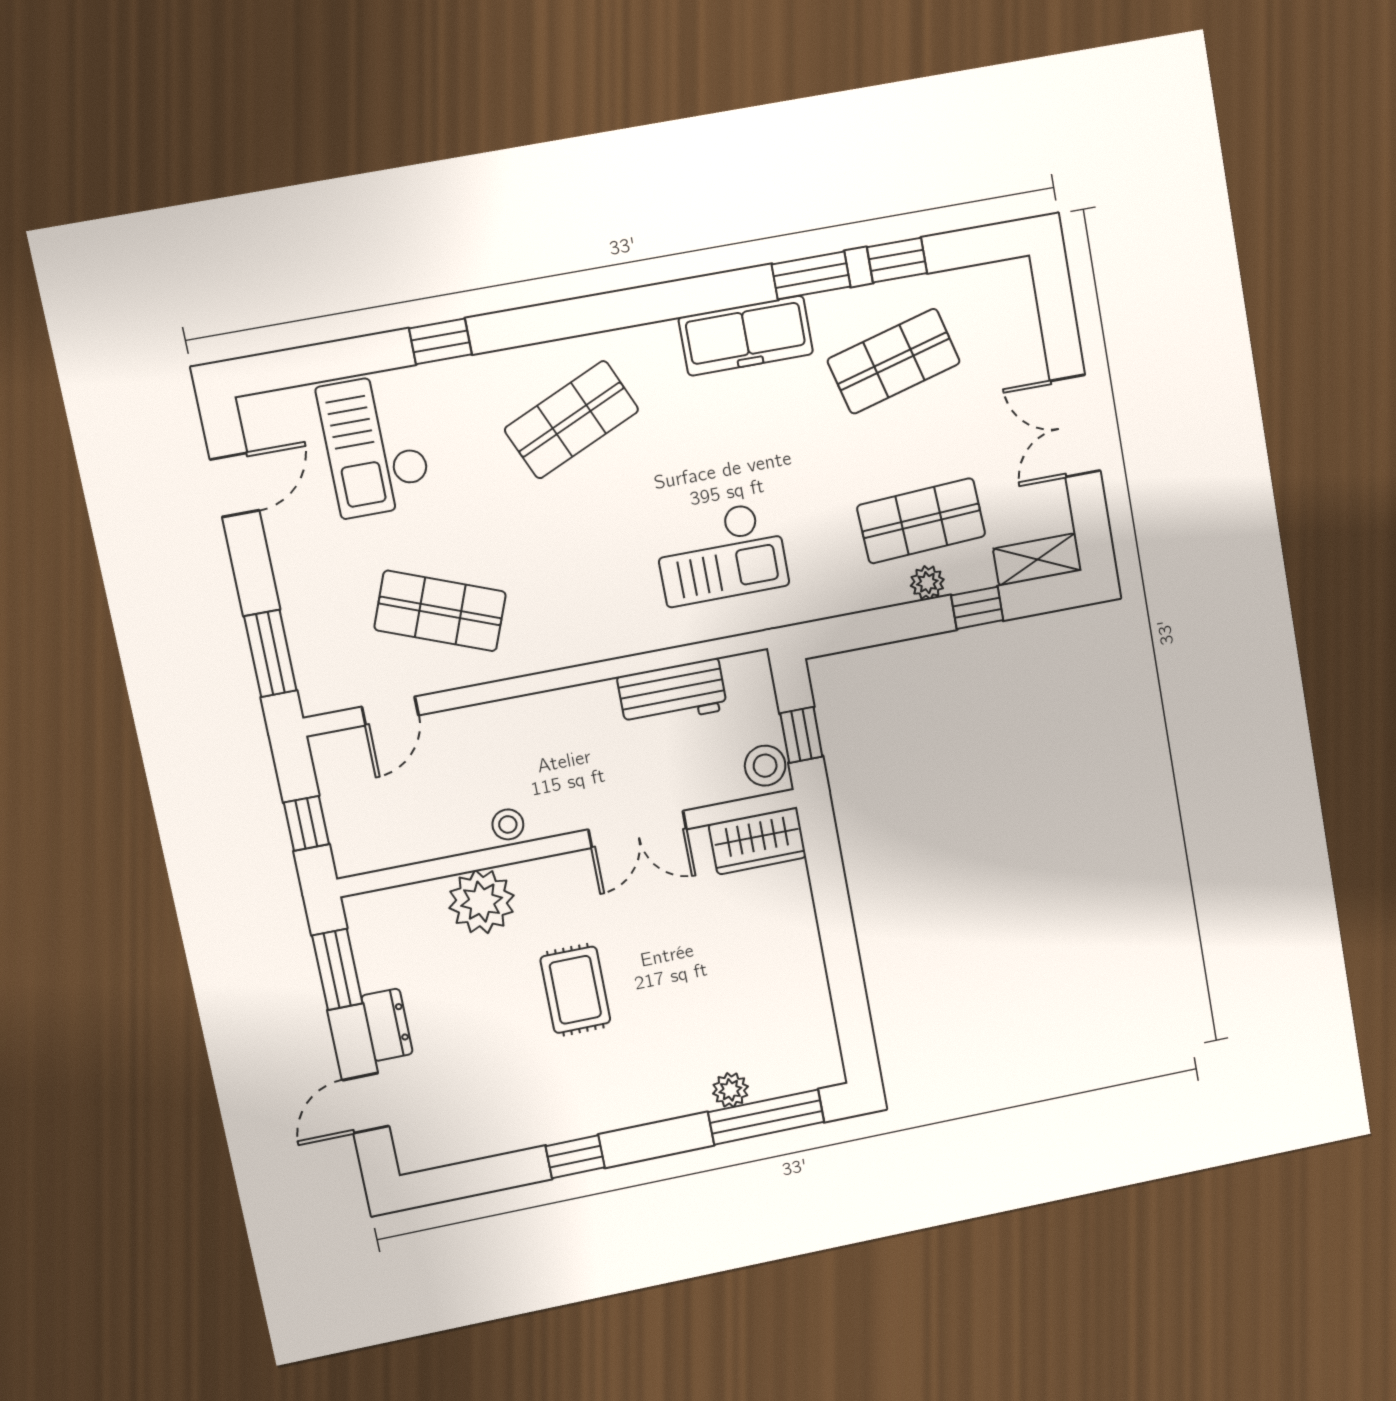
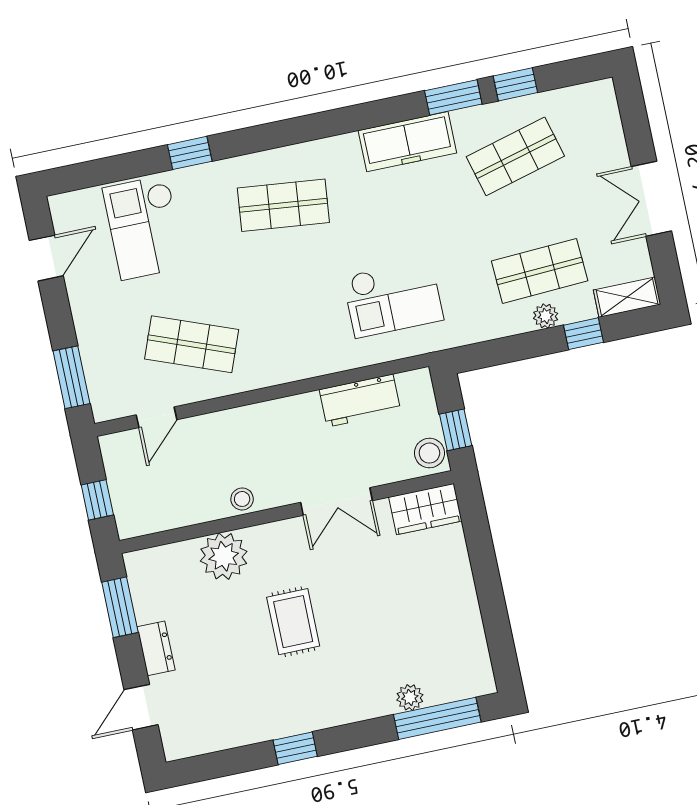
shop shelf: (572, 420) -> (283, 205), turned 30

